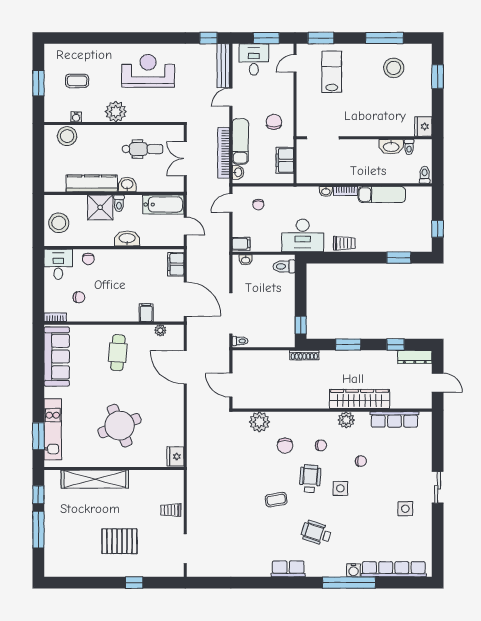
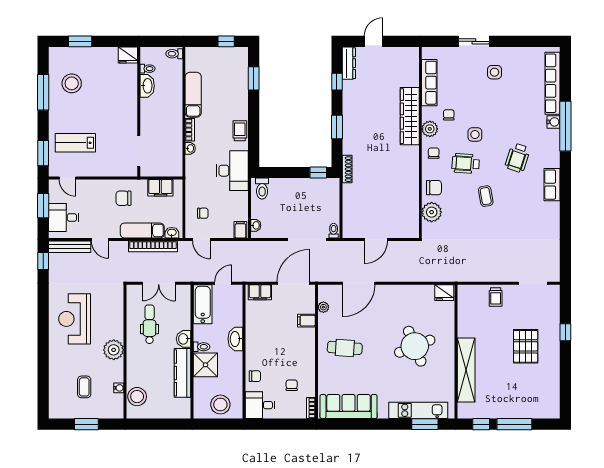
wardrobe: (360, 399) -> (410, 116), moved
wall: (332, 410) -> (420, 142), moved
row of seats: (394, 419) -> (429, 83), moved
plant: (346, 420) -> (430, 129), moved
plant: (259, 422) -> (432, 212), moved

